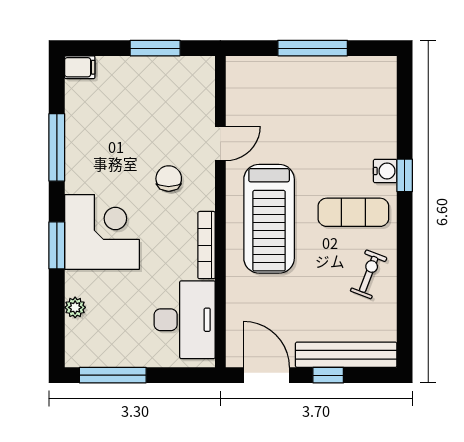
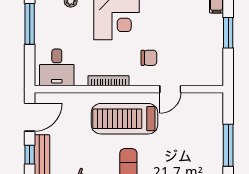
window: (155, 48) -> (228, 33), moved
door: (220, 143) -> (170, 89), hinge flipped
desk: (185, 320) -> (57, 67), width x0.73

